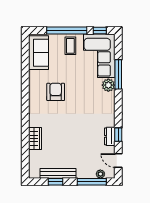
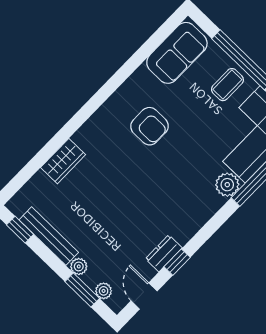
armchair: (56, 92) -> (149, 126), turned 90
plant: (81, 174) -> (79, 266), added
window: (55, 182) -> (20, 230), moved
window: (92, 182) -> (82, 290), width x0.69

